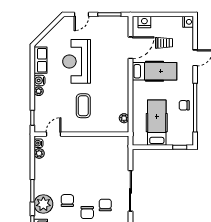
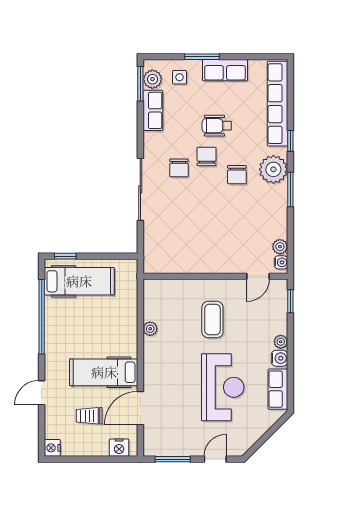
chair: (184, 105) -> (58, 320), removed
plant: (124, 118) -> (150, 329), moved
hospital bed: (157, 123) -> (79, 281), moved, turned -90

